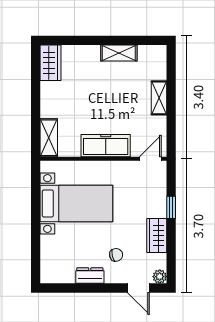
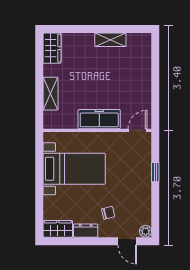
shelving: (159, 98) -> (145, 78), removed
shelving: (49, 138) -> (50, 94), moved
wardrobe: (157, 236) -> (58, 229), moved, turned 90

